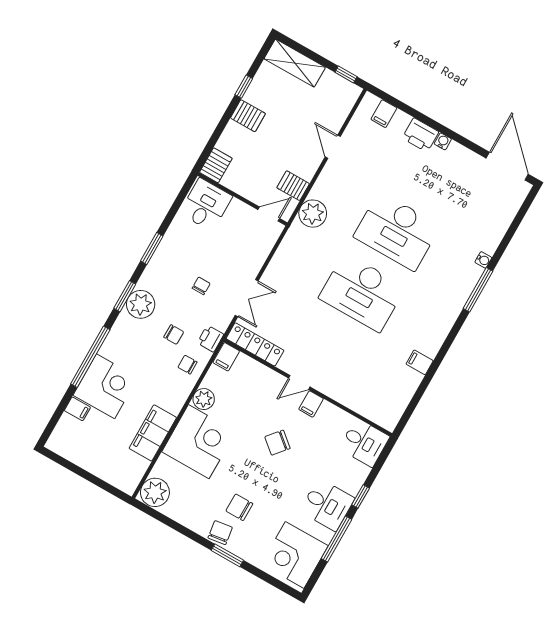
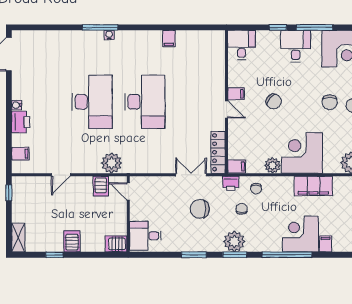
shelving: (295, 63) -> (18, 238), width x0.67, depth x0.75
water cooler: (483, 260) -> (109, 35), moved
chair: (201, 286) -> (200, 209), width x1.87, depth x1.87

